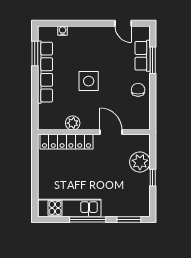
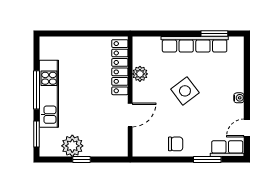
water cooler: (63, 31) -> (239, 98), moved
row of seats: (143, 56) -> (227, 149), moved
side table: (89, 81) -> (185, 91), turned -37
plant: (140, 162) -> (72, 146), moved
kitchen unit: (69, 208) -> (49, 94), moved

